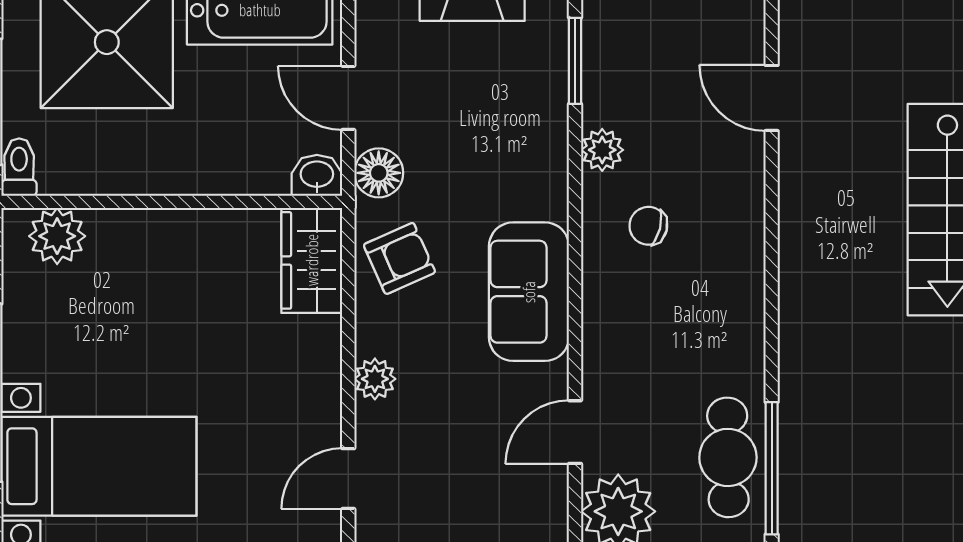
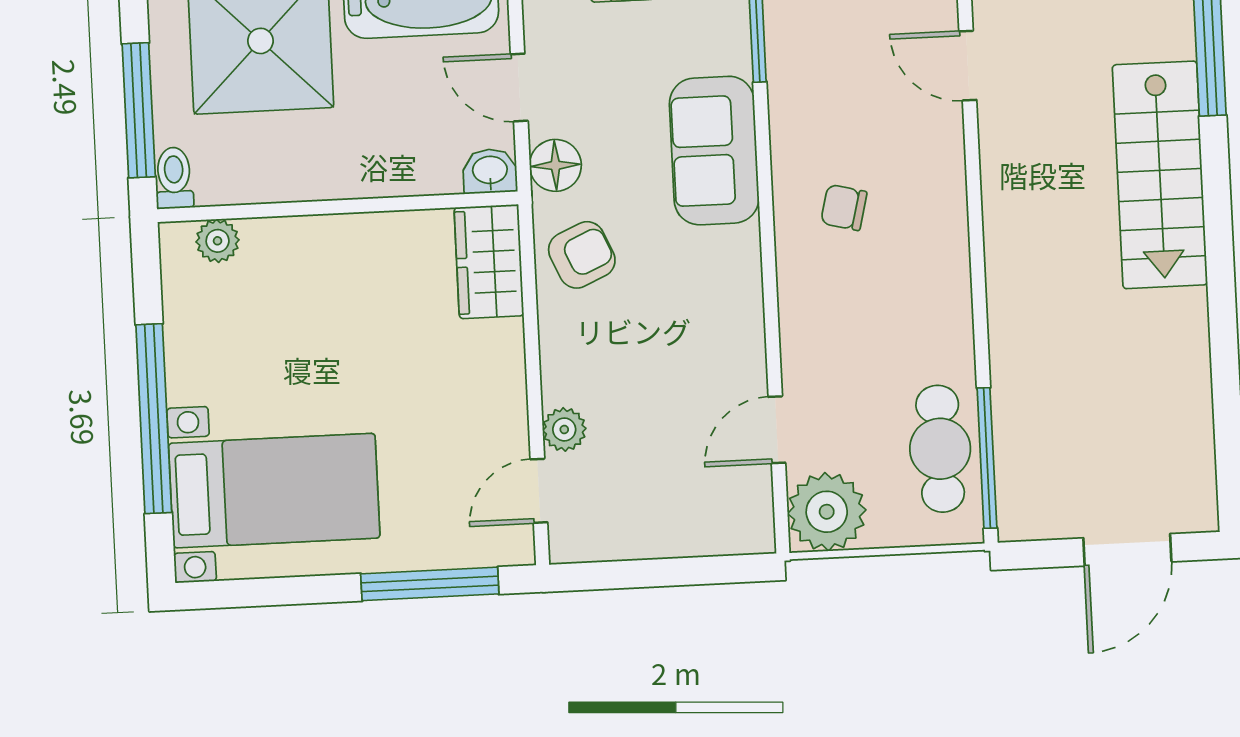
plant: (602, 150) -> (791, 129), removed
plant: (57, 236) -> (218, 241), width x0.73, depth x0.73
sofa: (529, 292) -> (714, 151), moved
plant: (375, 379) -> (564, 429), moved

